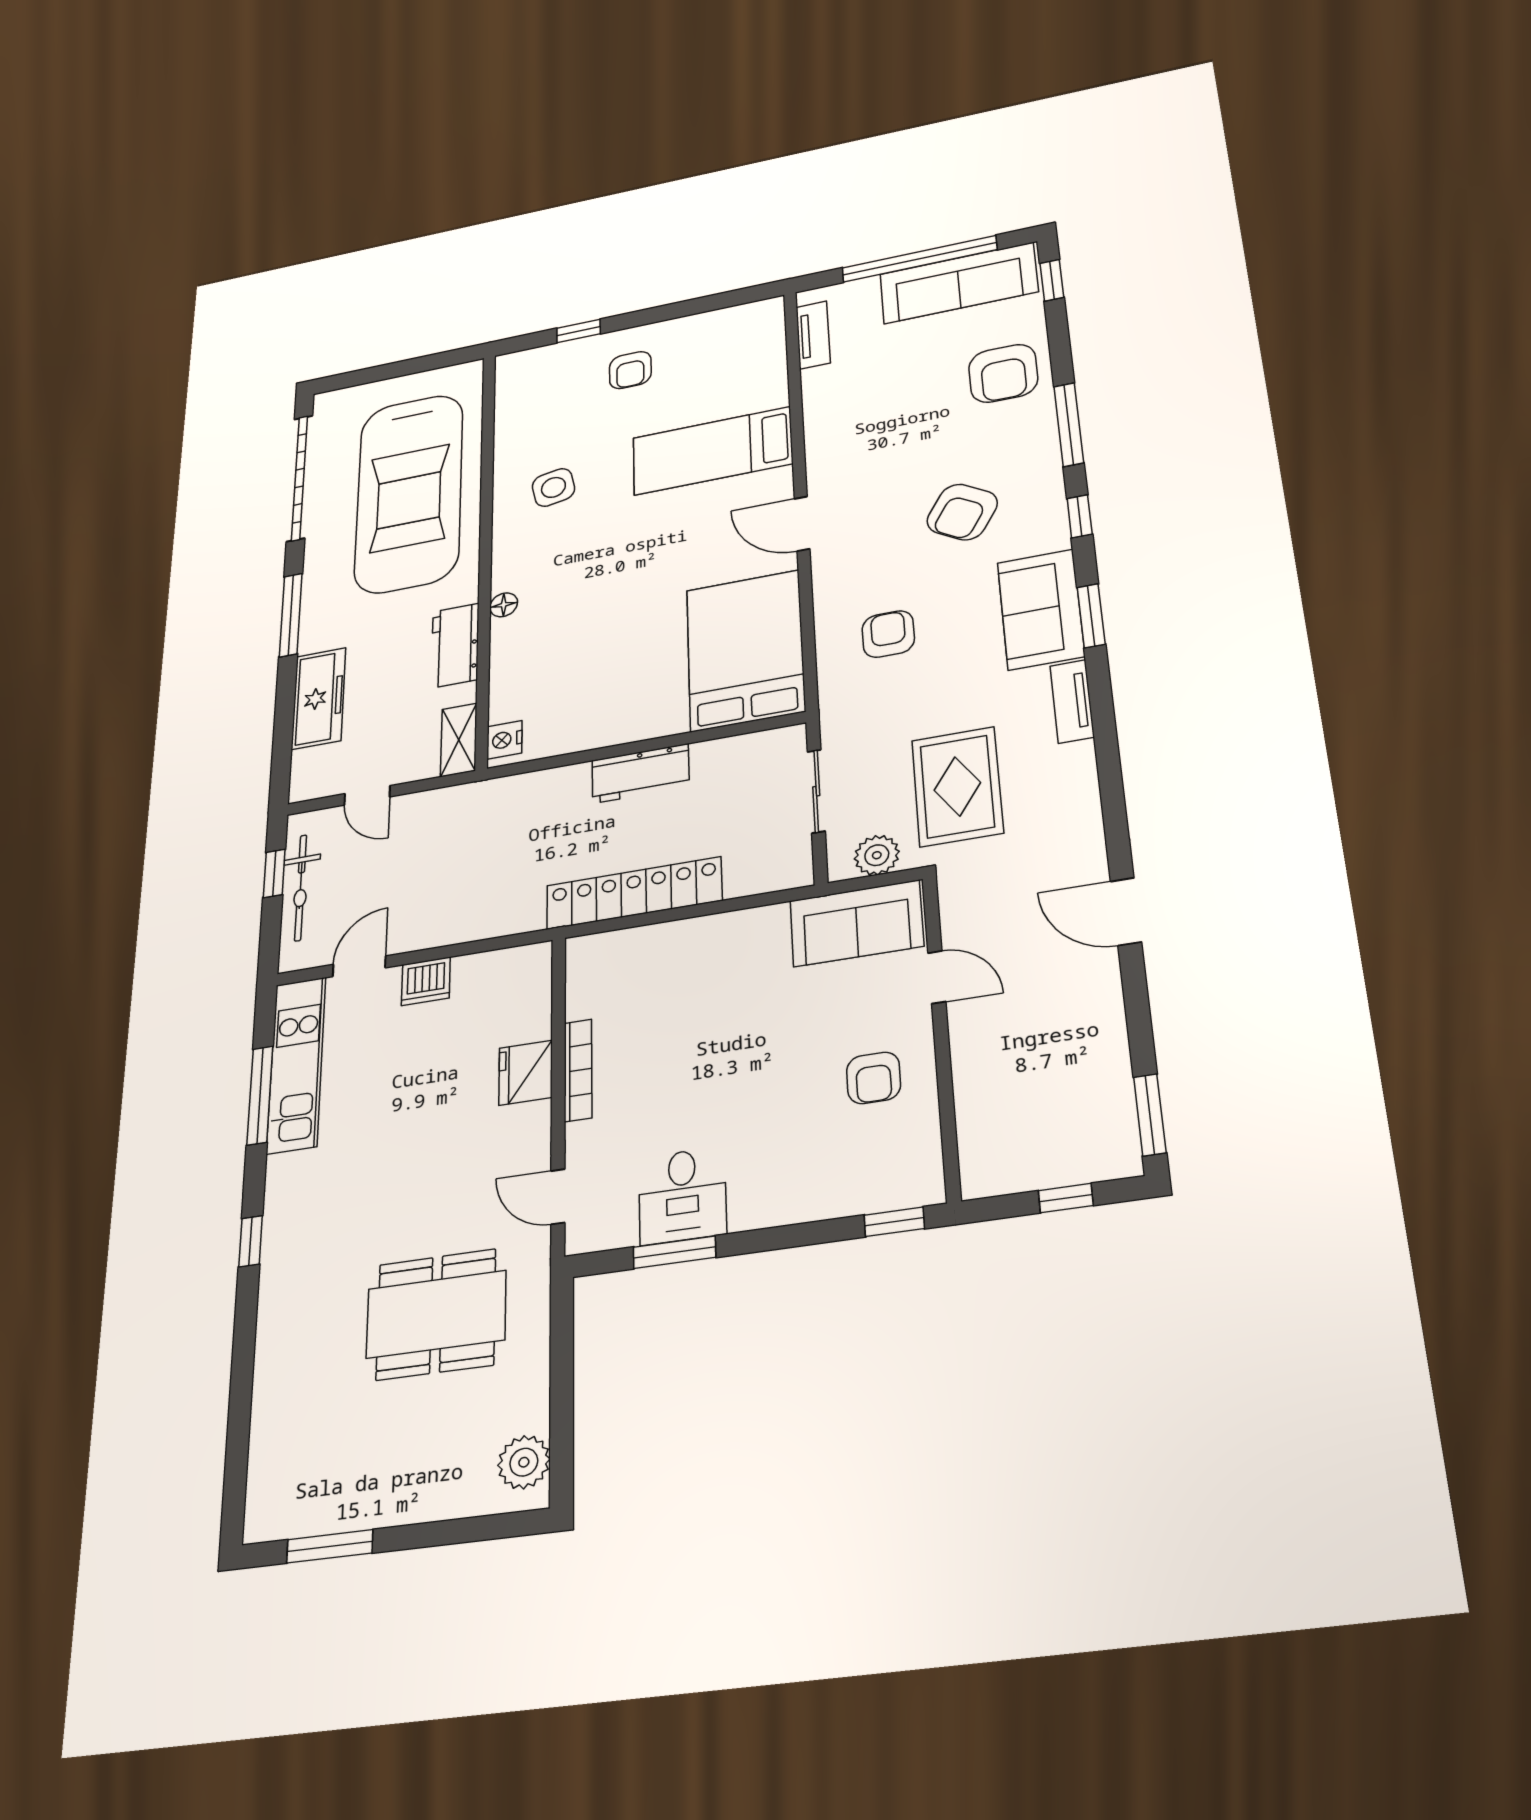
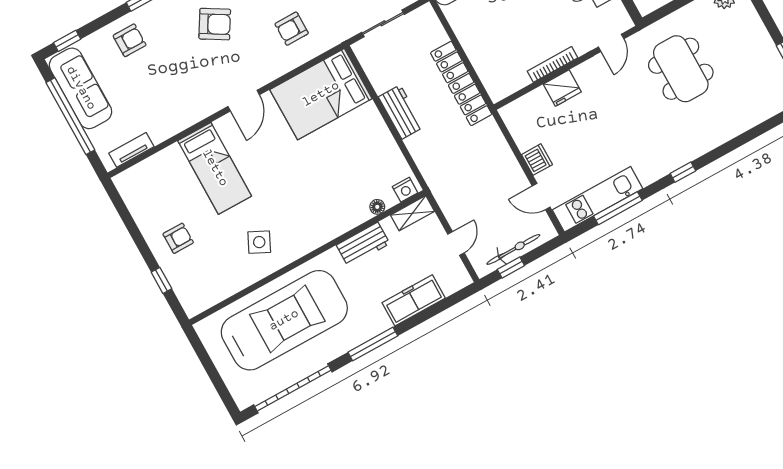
armchair: (1003, 373) -> (130, 40), width x0.72, depth x0.72
side table: (553, 487) -> (259, 242), turned 37
floor lamp: (504, 605) -> (377, 207), moved

